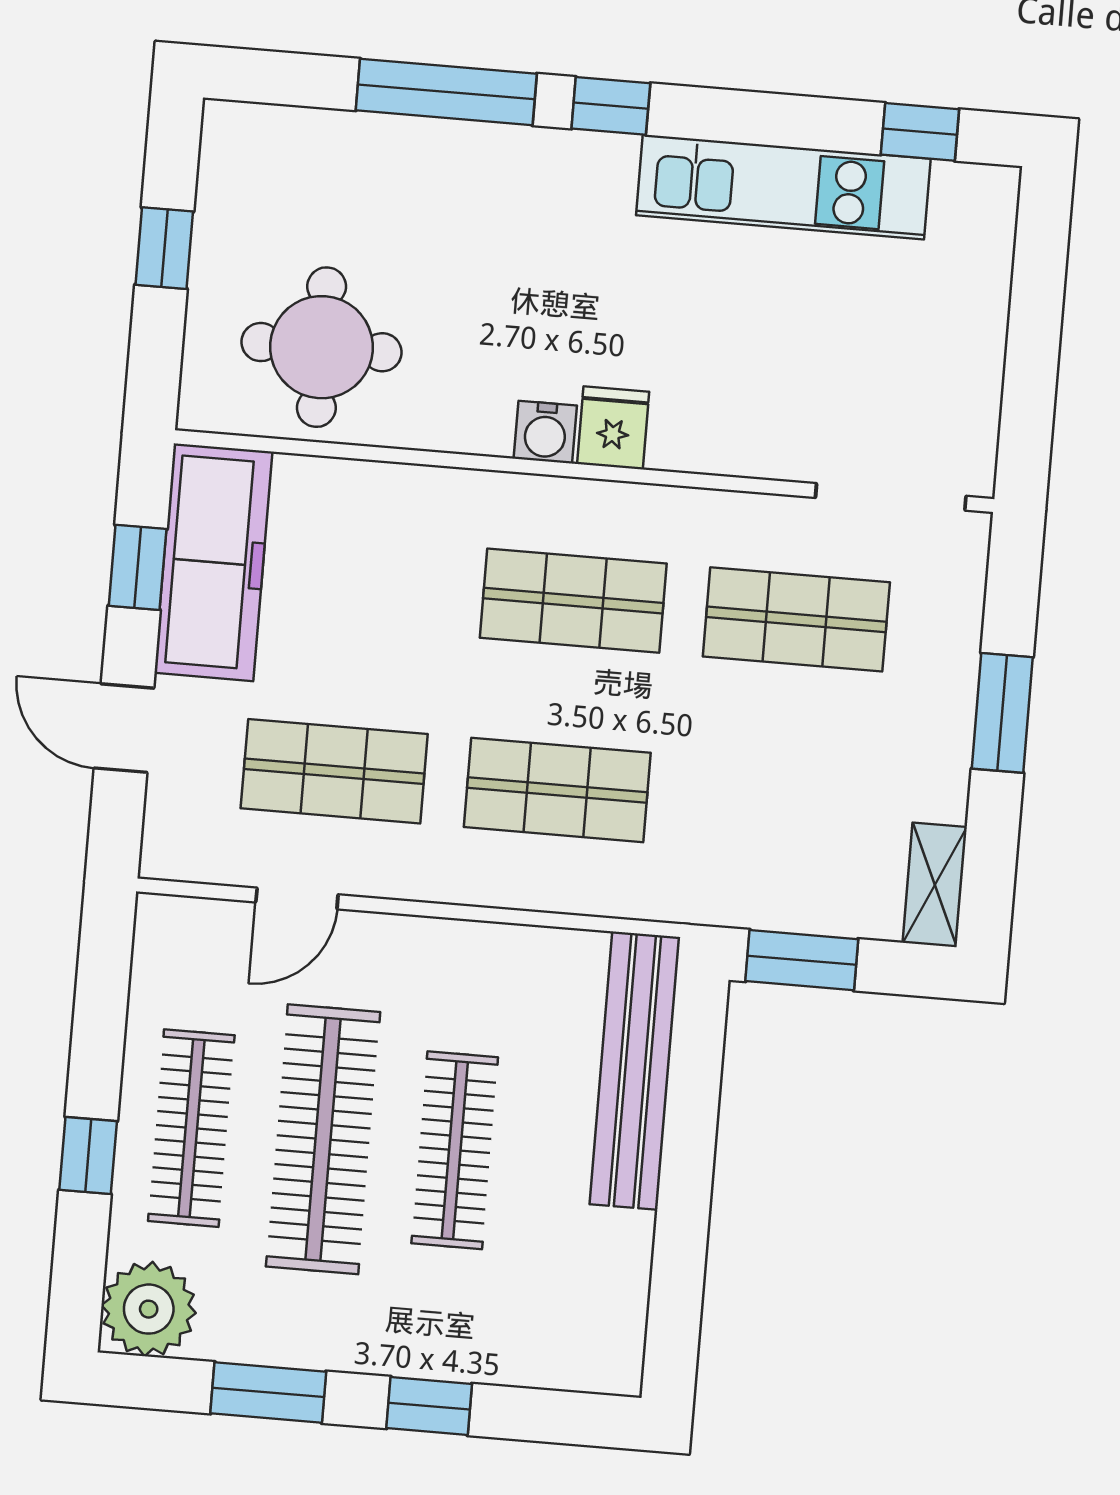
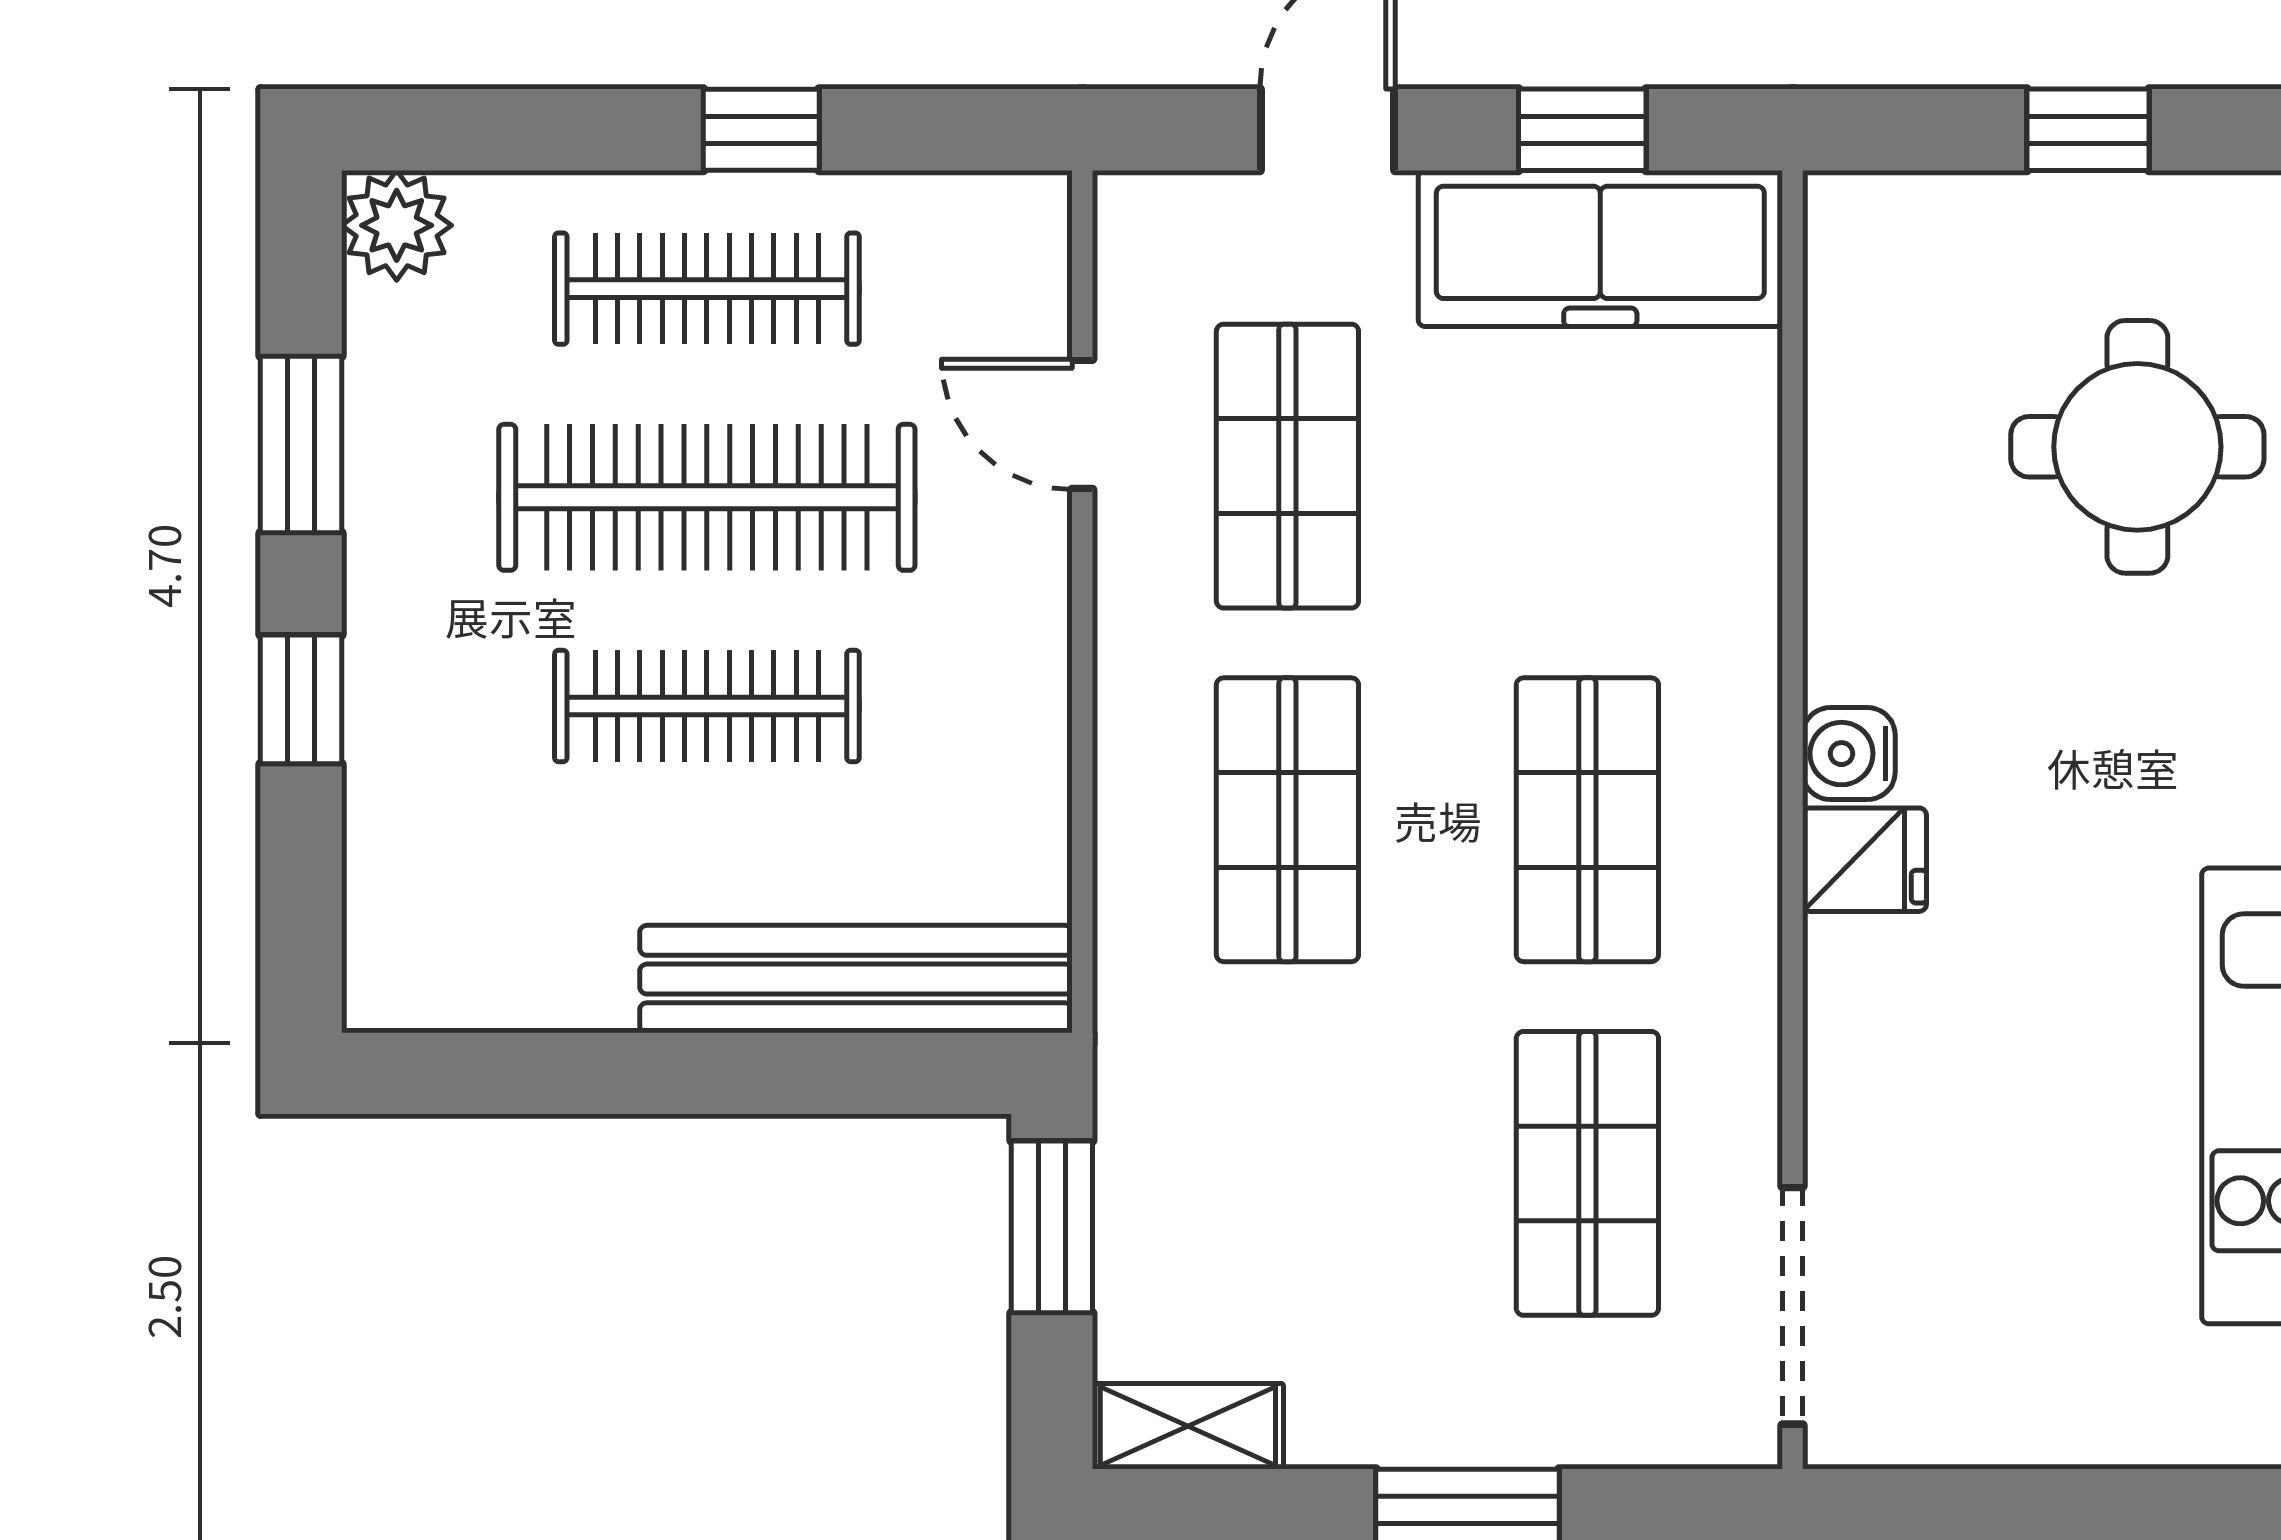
round table: (322, 347) -> (2137, 447), moved
window: (88, 1155) -> (761, 130), moved
plant: (149, 1309) -> (397, 225), width x0.73, depth x0.73

